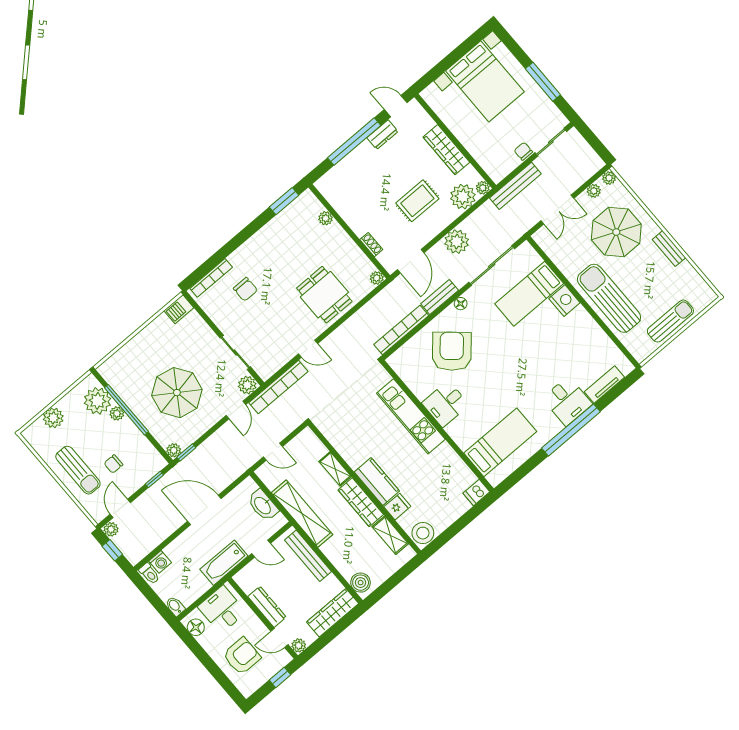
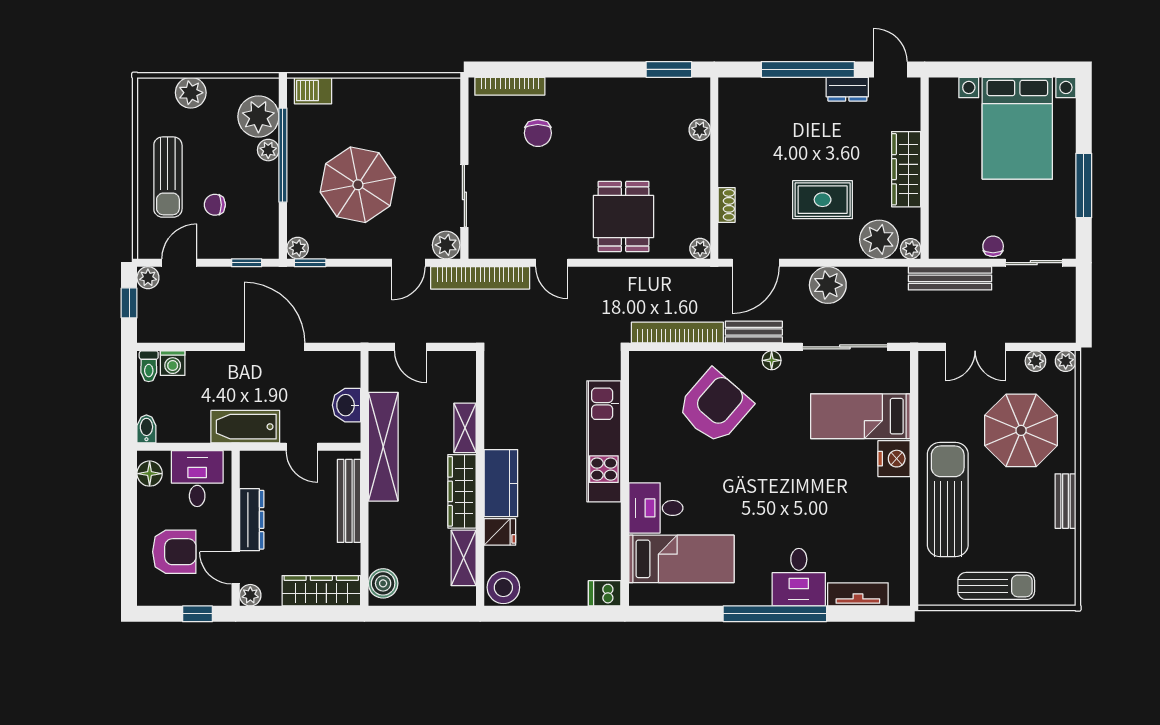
barbecue: (179, 309) -> (313, 91), moved
desk: (445, 404) -> (656, 508), moved
washbasin: (263, 505) -> (346, 405), width x0.72

